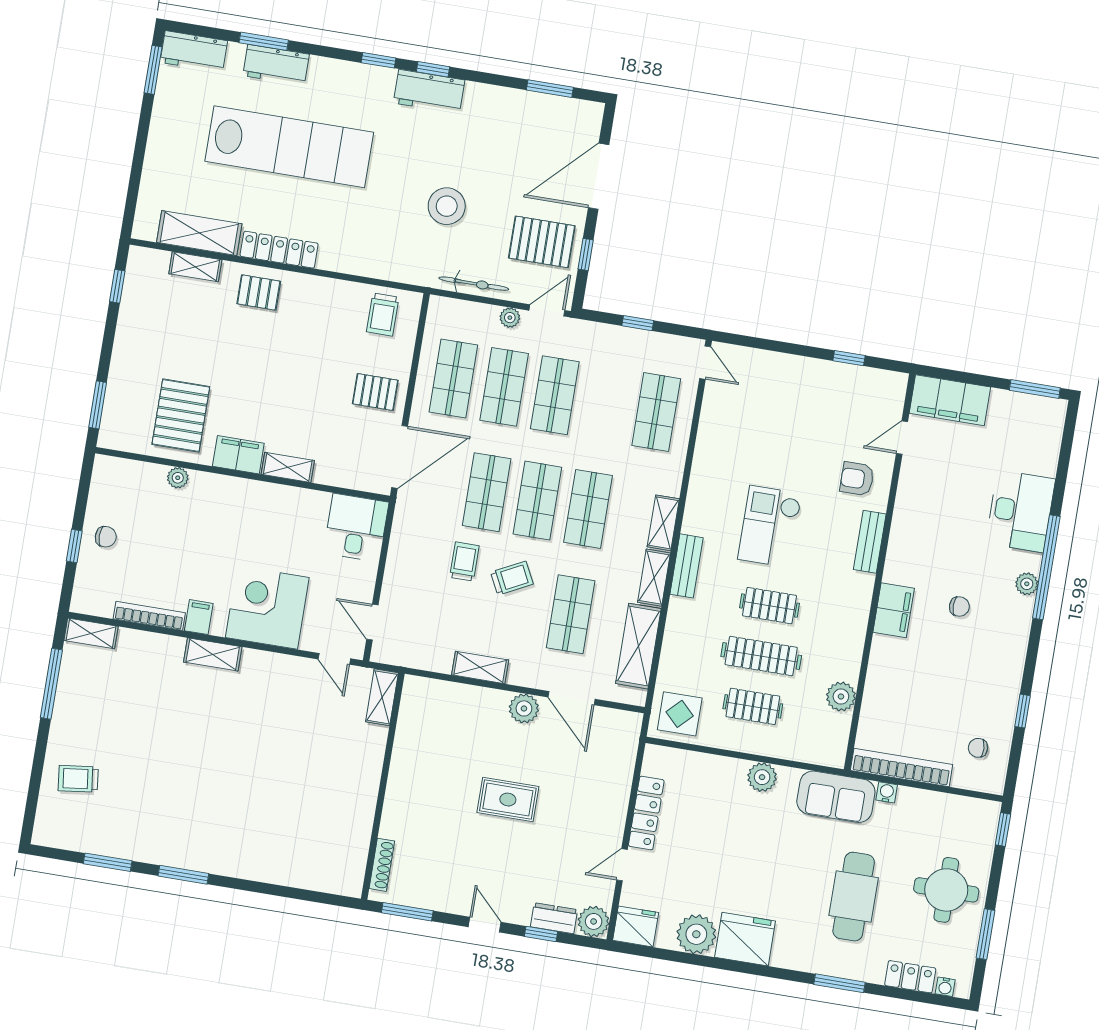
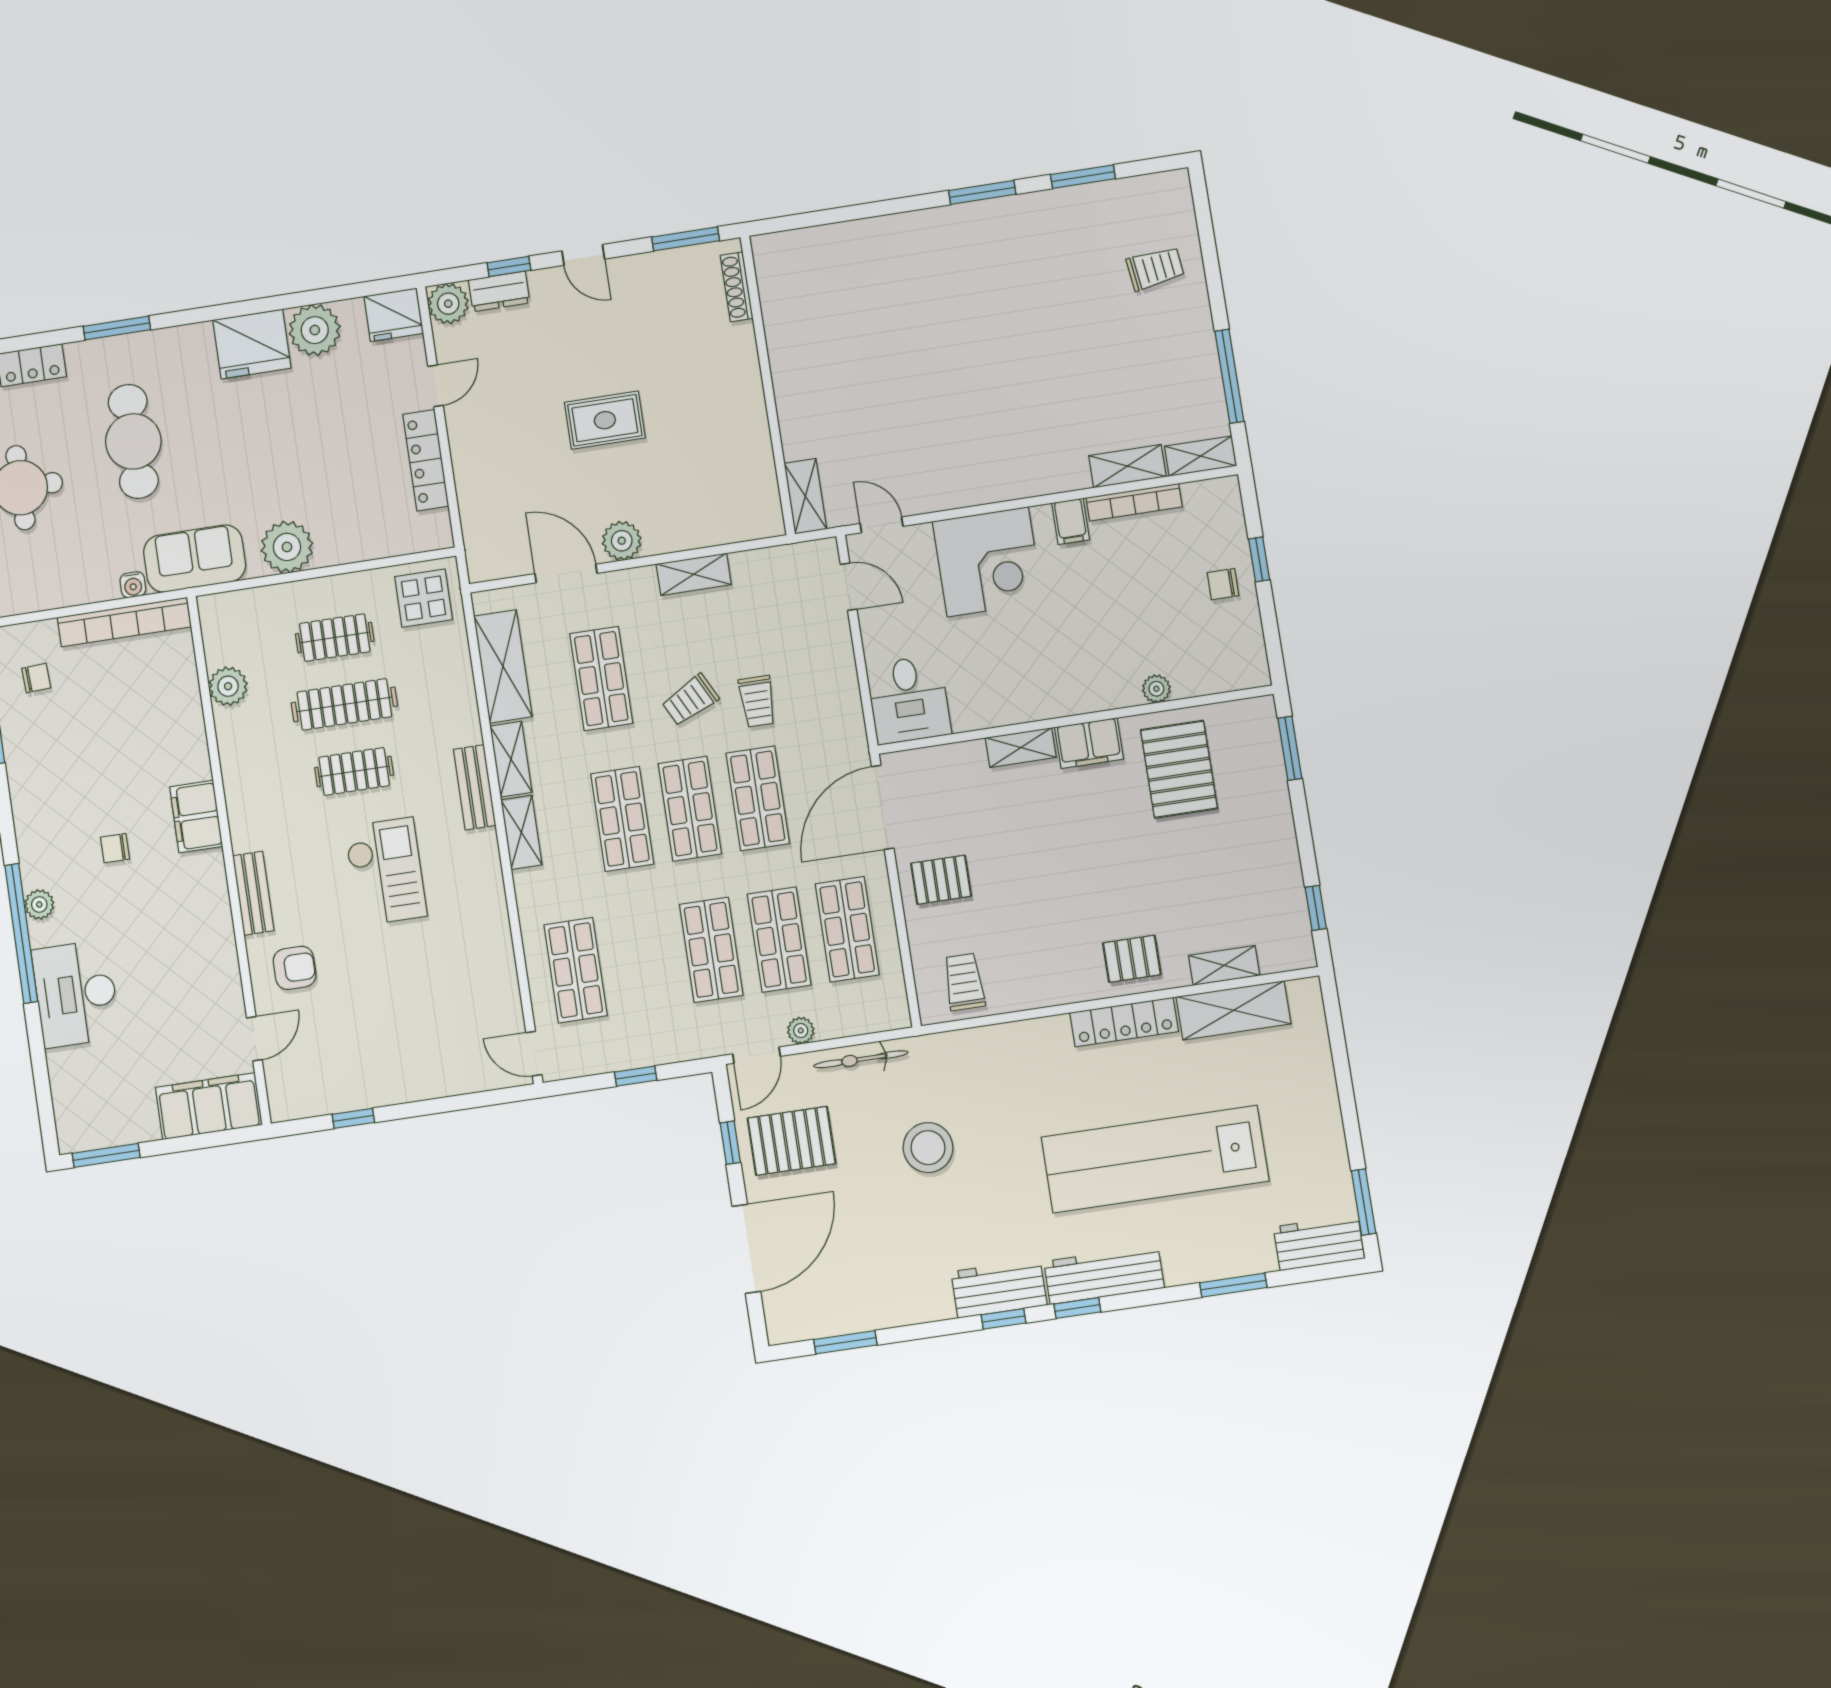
workbench: (276, 65) -> (1104, 1275), moved, width x1.38
shelving: (213, 654) -> (1127, 466), moved
plant: (762, 777) -> (287, 547), width x1.36, depth x1.36

